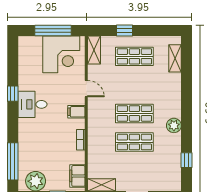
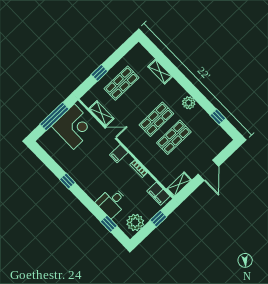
shelving: (94, 50) -> (101, 114), moved
shelving: (175, 58) -> (160, 72), moved
desk: (33, 104) -> (112, 202), moved
window: (13, 161) -> (109, 224), width x0.46

